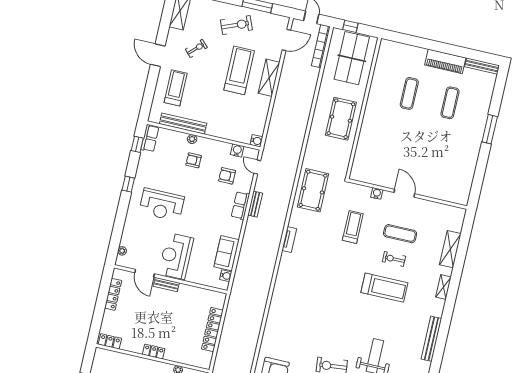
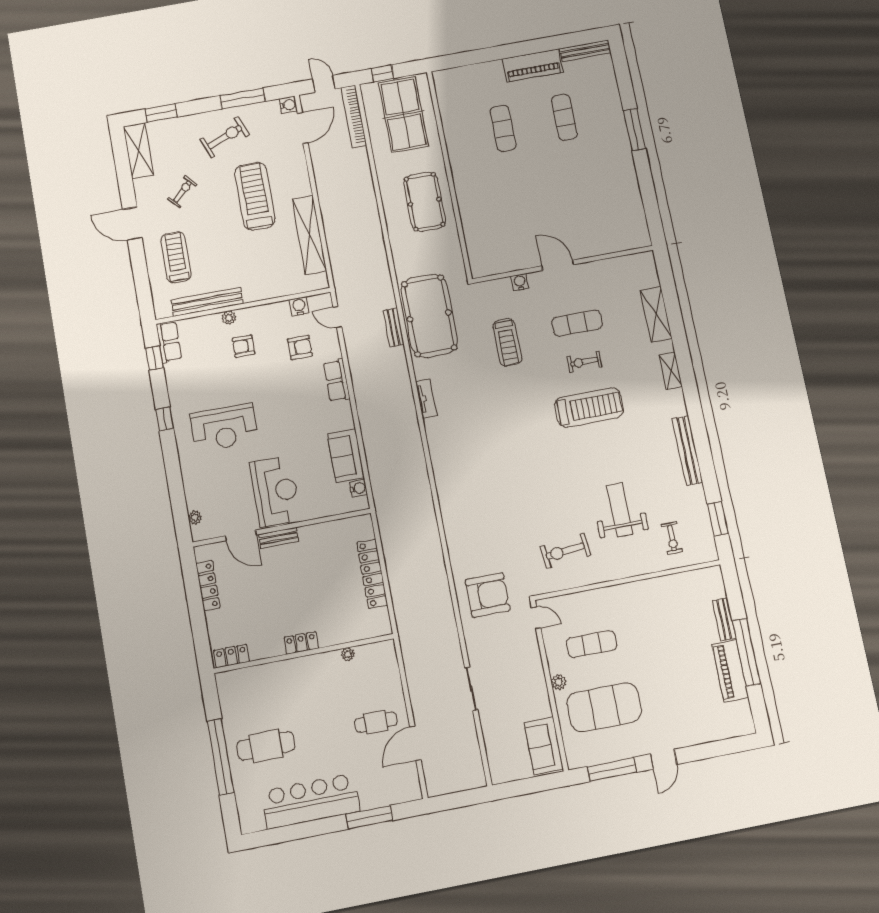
shelving: (269, 78) -> (309, 235), moved, width x1.47
water cooler: (256, 141) -> (288, 105), moved
armchair: (227, 176) -> (300, 347), turned 180
pool table: (313, 190) -> (429, 316), width x1.36, depth x1.32
bench: (255, 204) -> (394, 328), moved
treadmill: (353, 227) -> (507, 342), turned 180
reception desk: (176, 256) -> (275, 491), turned 180

